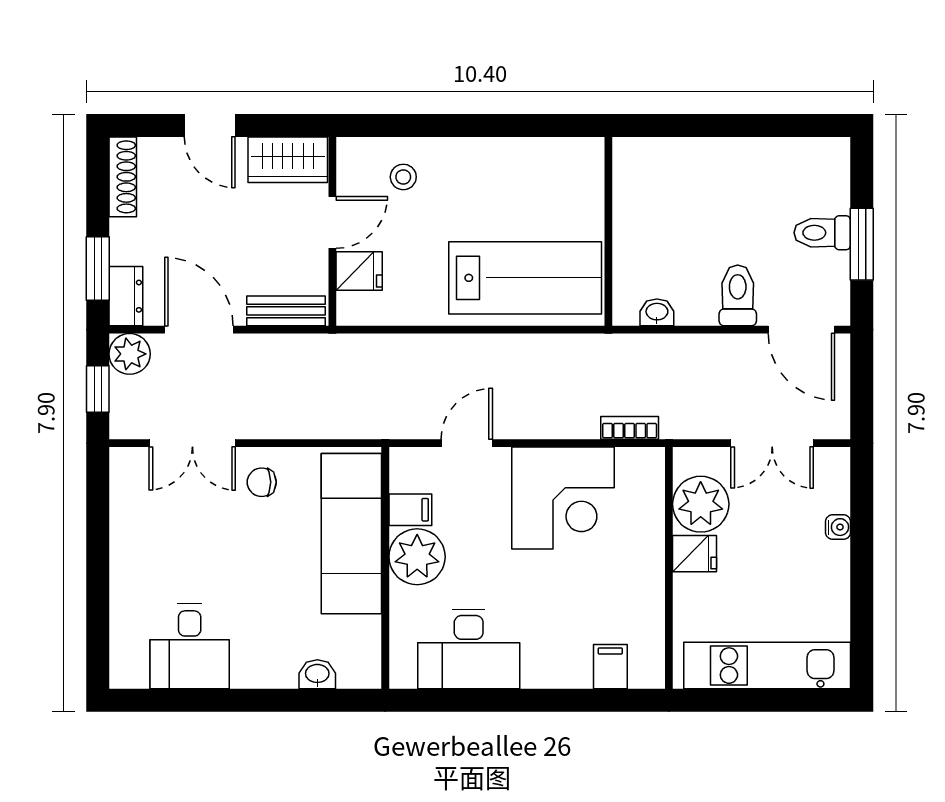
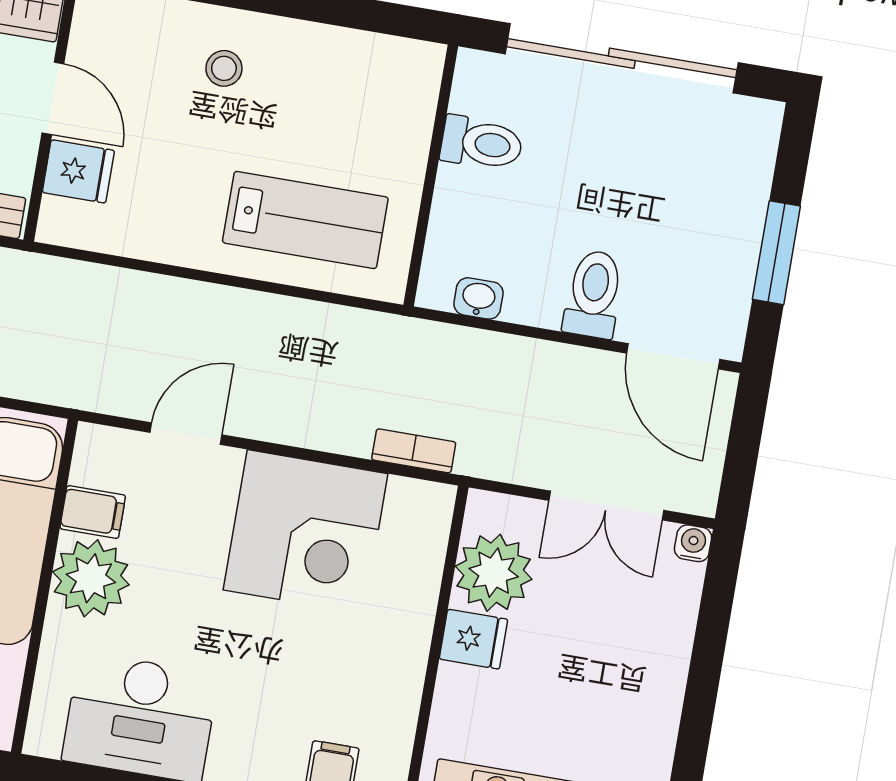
sliding door: (729, 125) -> (622, 58), added
stool: (403, 177) -> (224, 68), moved
door: (332, 222) -> (53, 98), hinge flipped
toilet: (822, 233) -> (482, 143), moved, turned 180
lab bench: (525, 278) -> (305, 220), width x0.73, depth x0.72
water cooler: (838, 527) -> (693, 543), moved, turned -90

